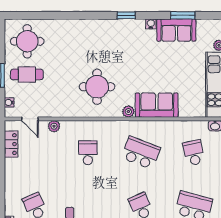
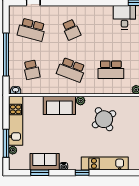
kitchen unit: (96, 28) -> (105, 163), added
round table: (97, 87) -> (104, 119), turned -33
school desk: (88, 153) -> (111, 70), width x1.85

